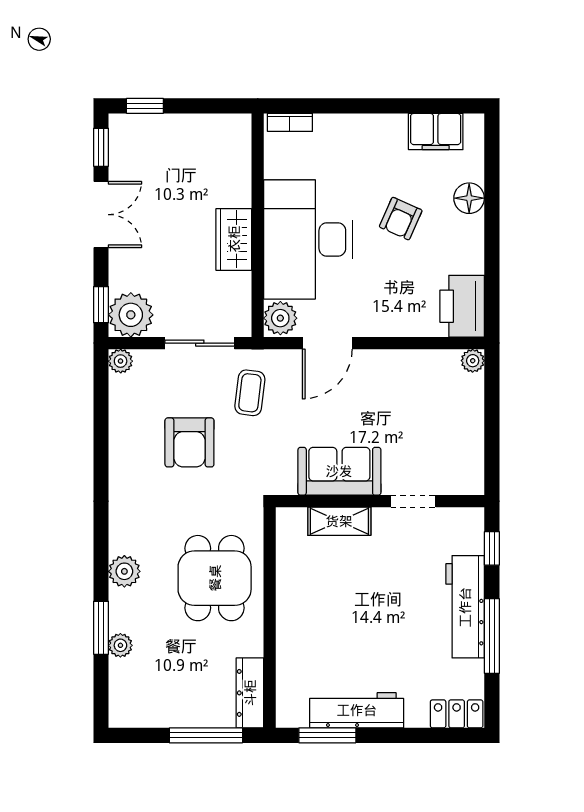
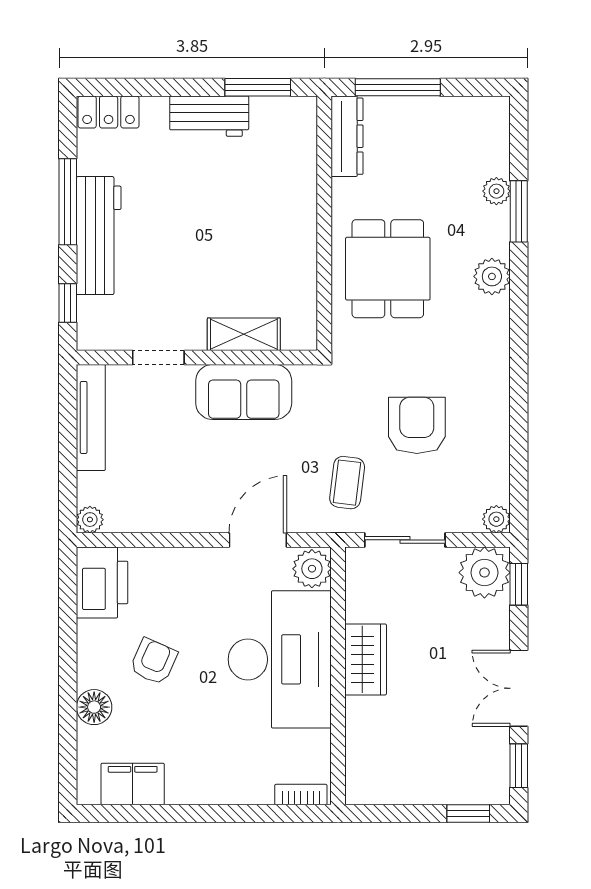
armchair: (401, 219) -> (153, 661), moved
tv unit: (472, 449) -> (91, 417), added
workbench: (357, 710) -> (209, 116), width x0.73

